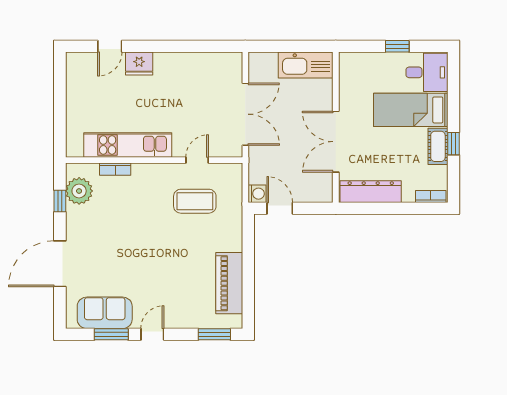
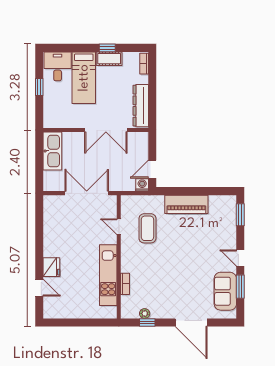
plant: (79, 191) -> (145, 313), width x0.53, depth x0.53
piano: (229, 283) -> (186, 204), moved

